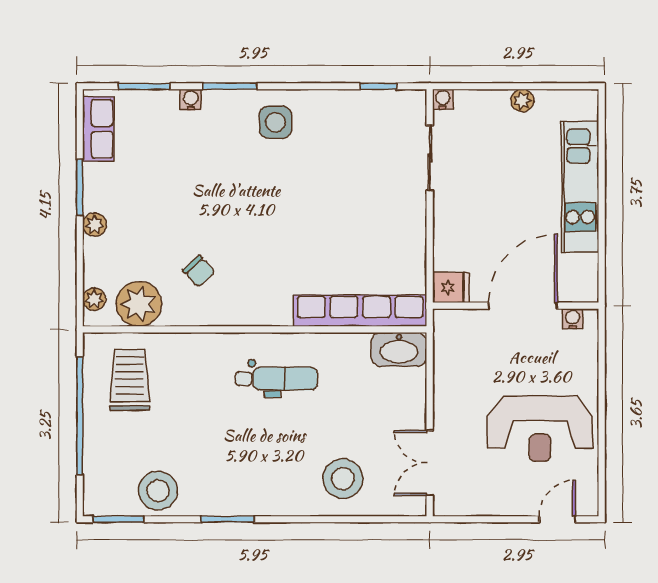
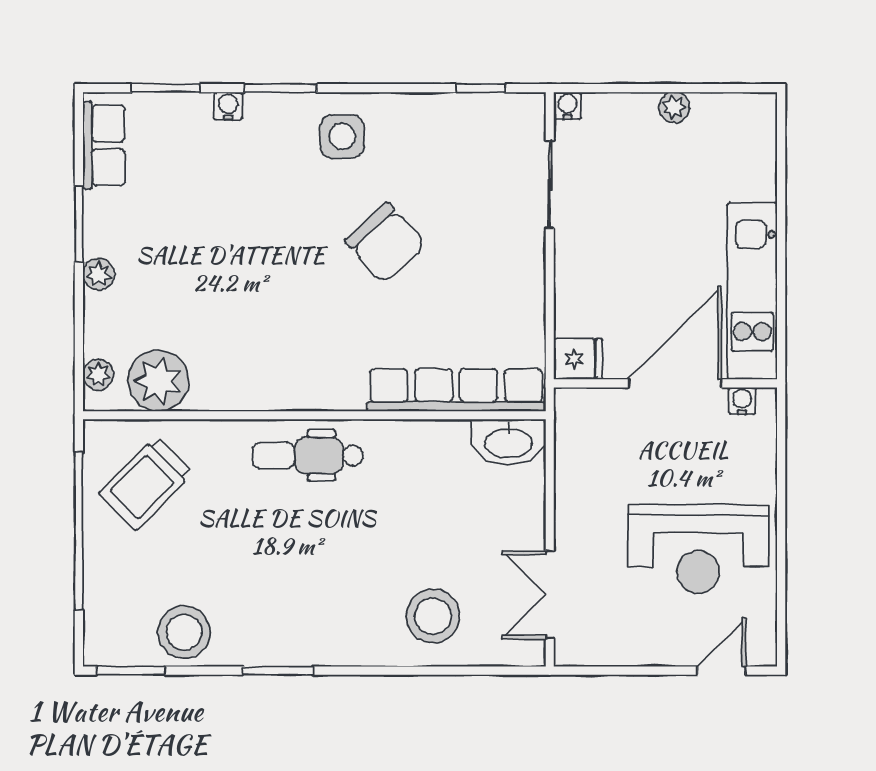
kitchen unit: (580, 187) -> (752, 291), moved
chair: (199, 271) -> (385, 243), moved, width x1.87, depth x1.87
dental chair: (276, 379) -> (308, 455), moved, turned 180
trolley: (130, 380) -> (146, 483), turned -135

